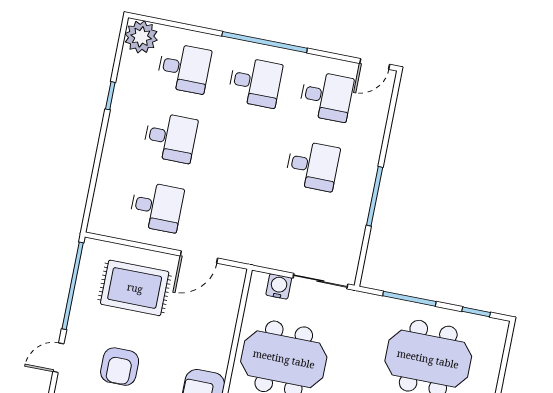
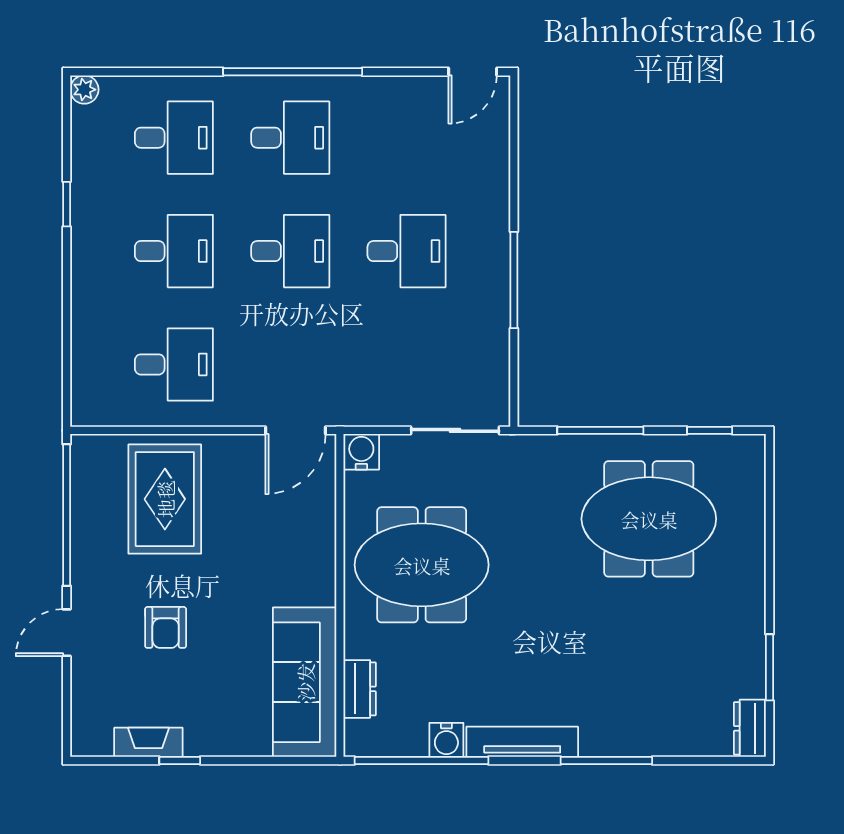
plant: (141, 37) -> (84, 90), width x0.53, depth x0.53
desk: (326, 96) -> (290, 251), moved
door: (199, 257) -> (295, 430), moved
water cooler: (279, 286) -> (361, 452), moved
rug: (135, 288) -> (165, 499), turned 90
armchair: (120, 367) -> (166, 627), width x0.72, depth x0.72

